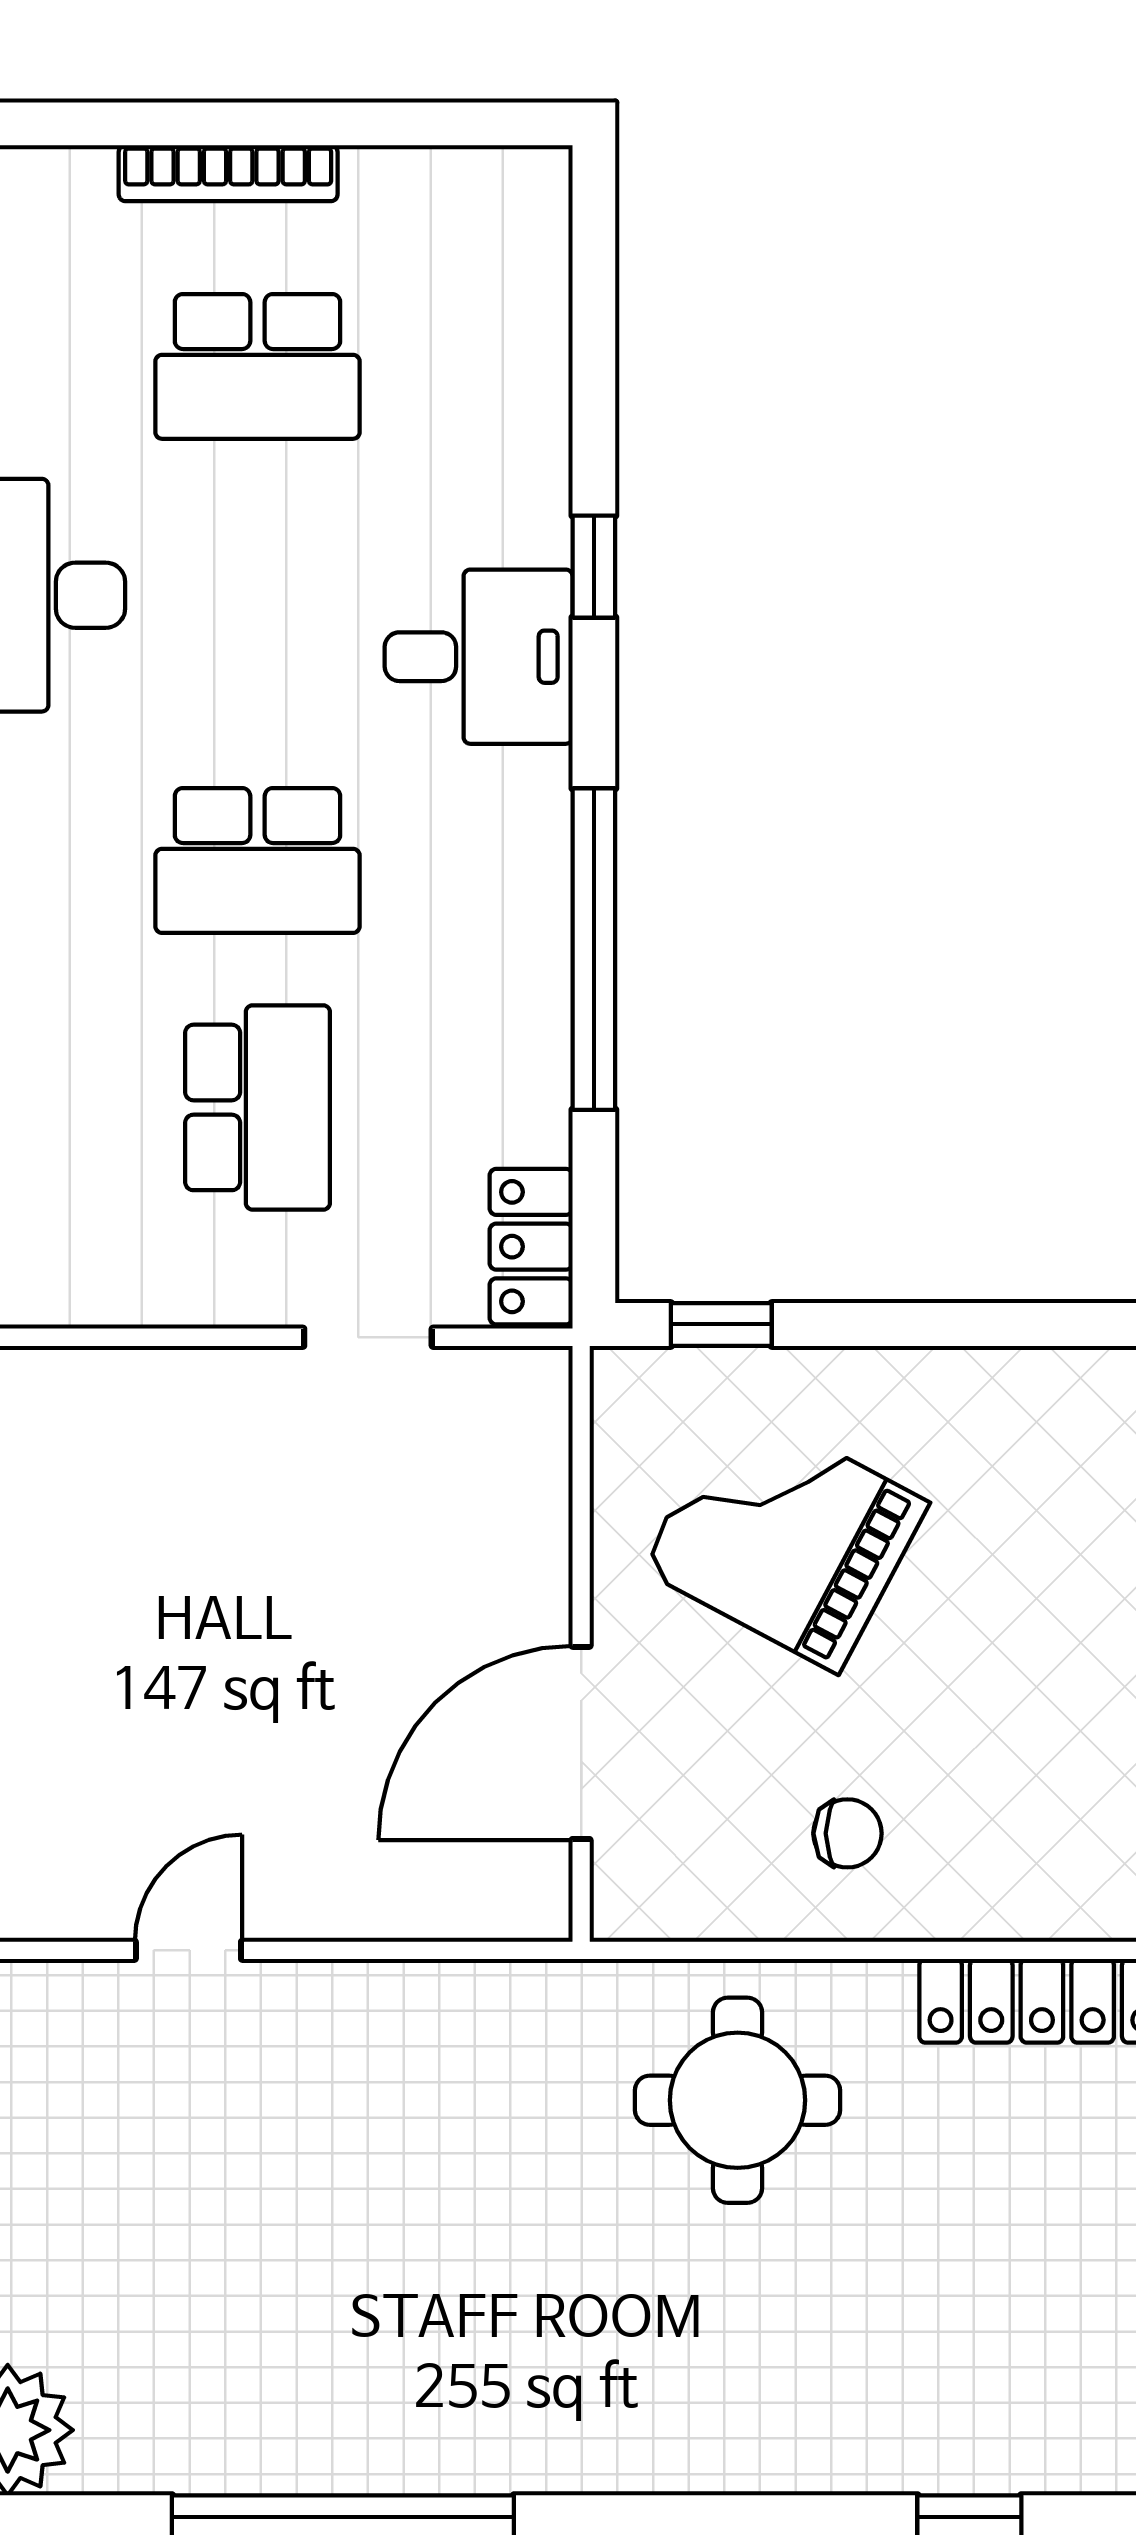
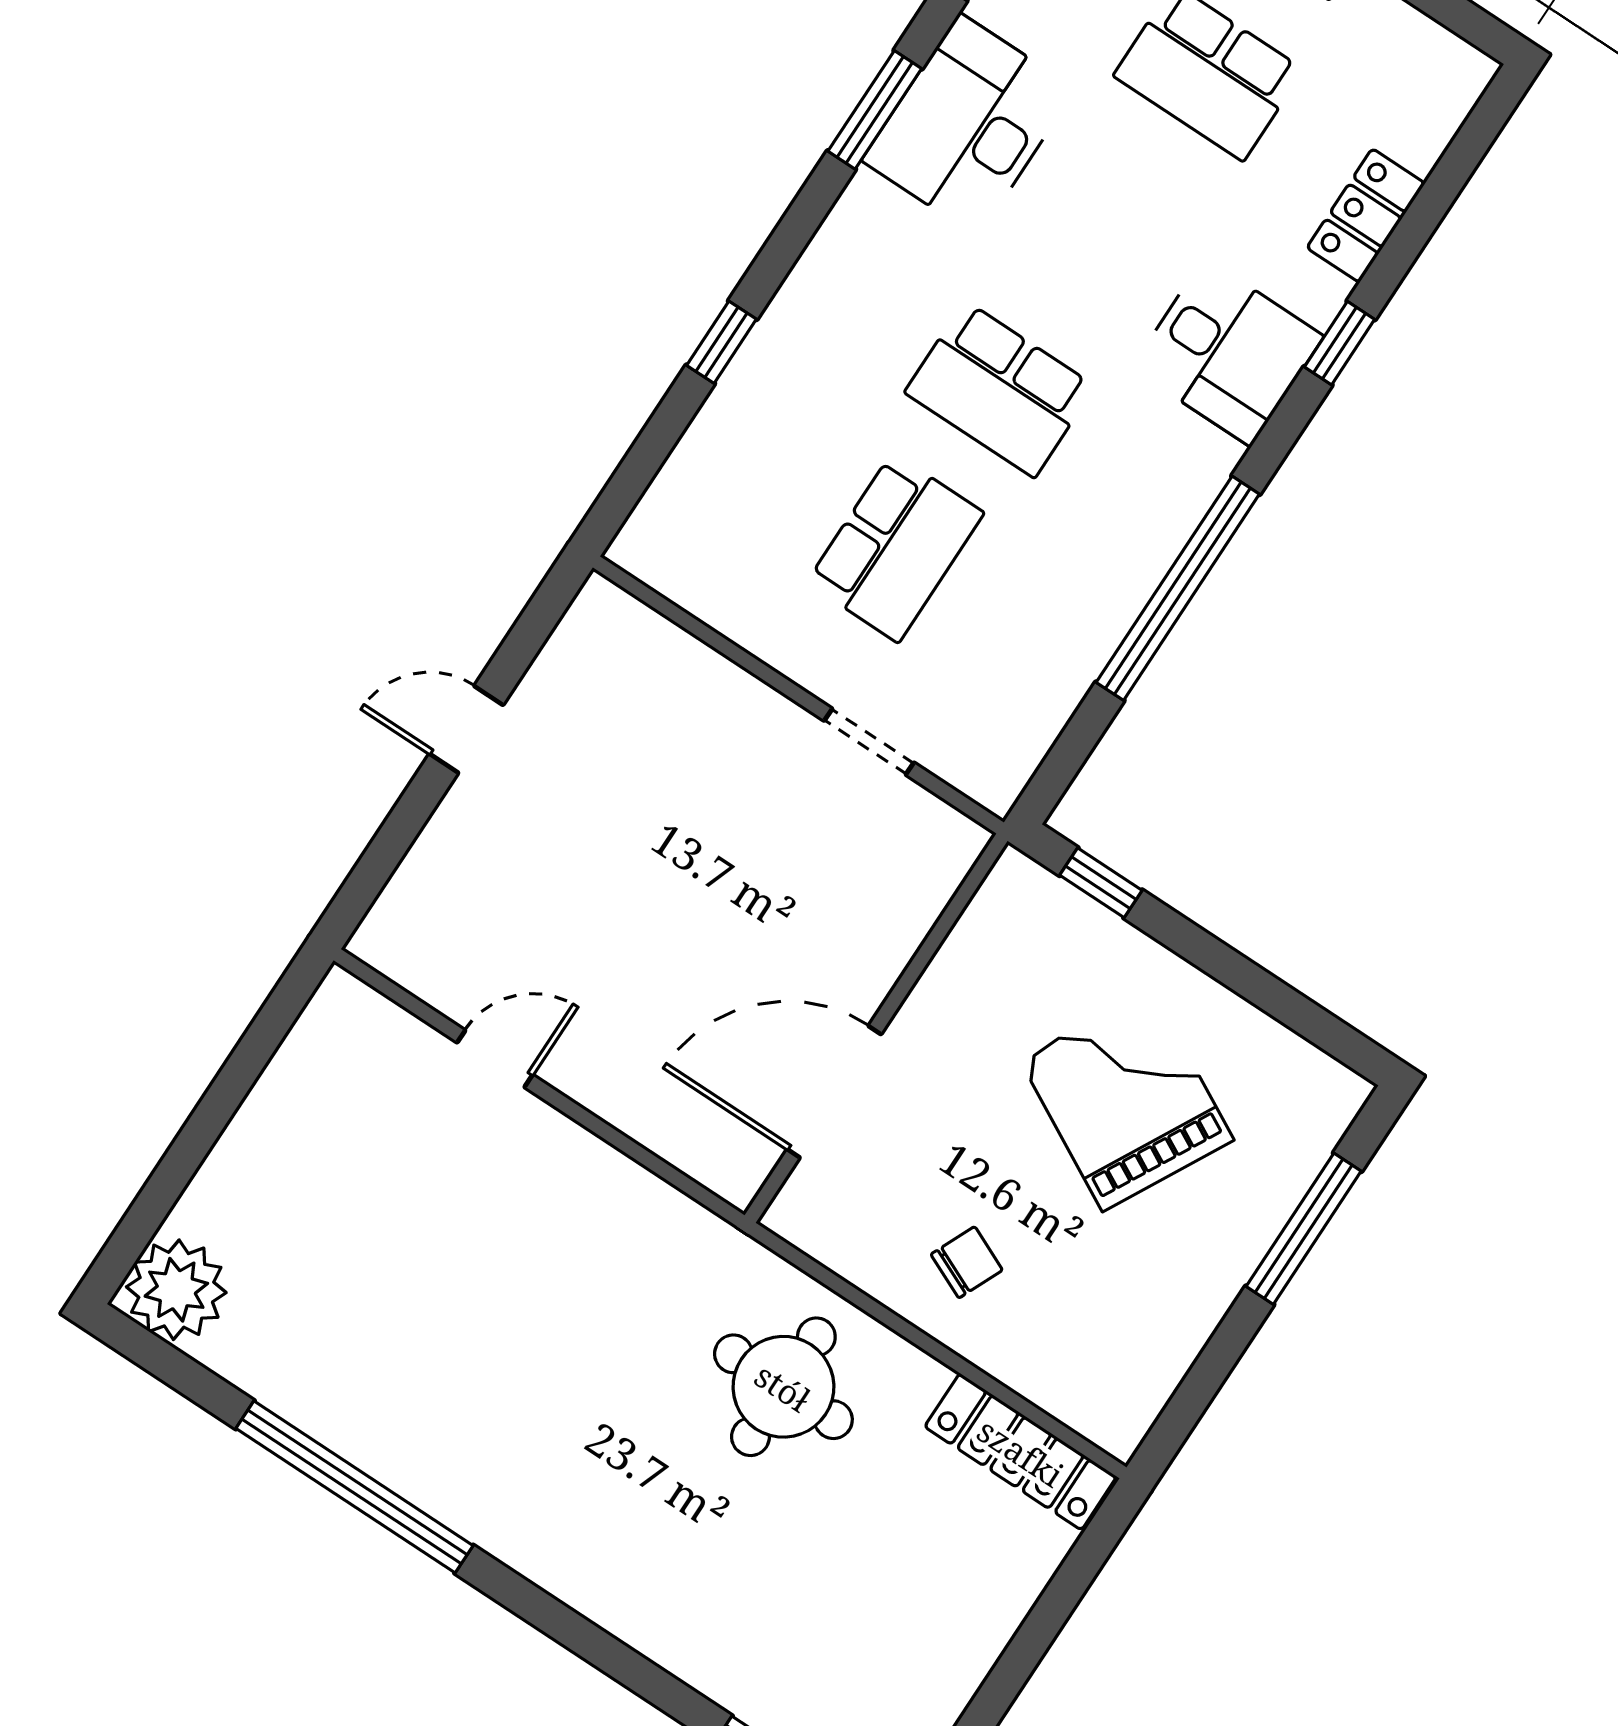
locker: (531, 1247) -> (1366, 216), moved
grand piano: (785, 1536) -> (1127, 1100), moved
chair: (848, 1833) -> (967, 1262), turned -66

